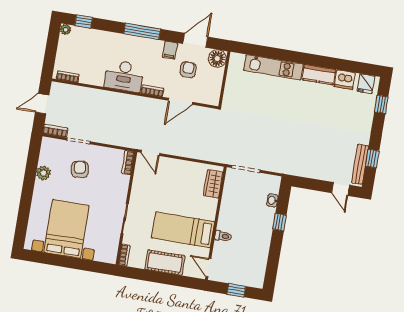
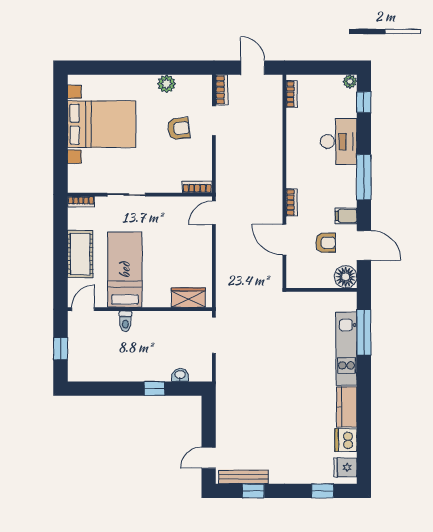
window: (263, 52) -> (364, 332), added
desk: (124, 76) -> (339, 141), moved, turned 180

